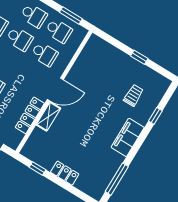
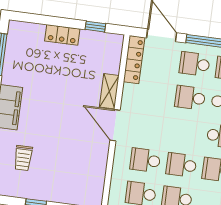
door: (55, 90) -> (115, 125), hinge flipped
locker: (30, 115) -> (134, 60), moved

